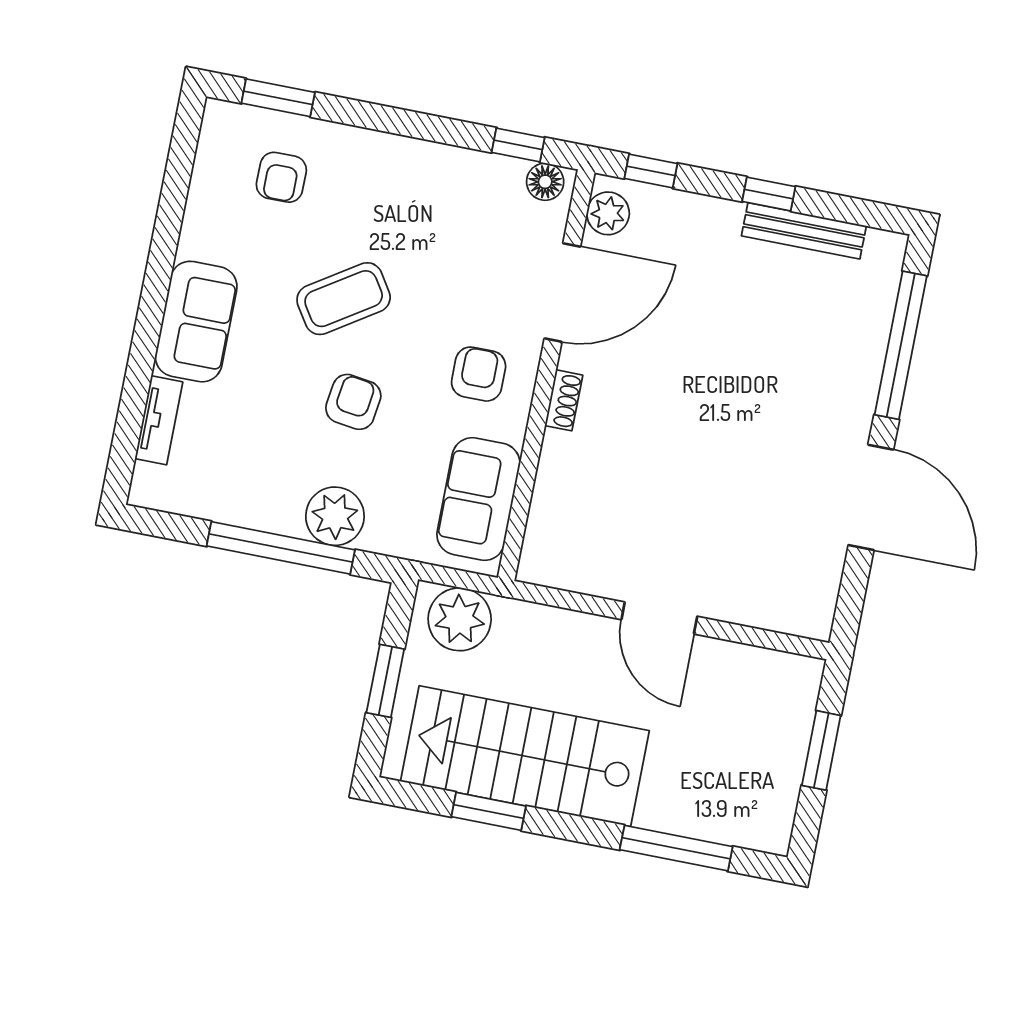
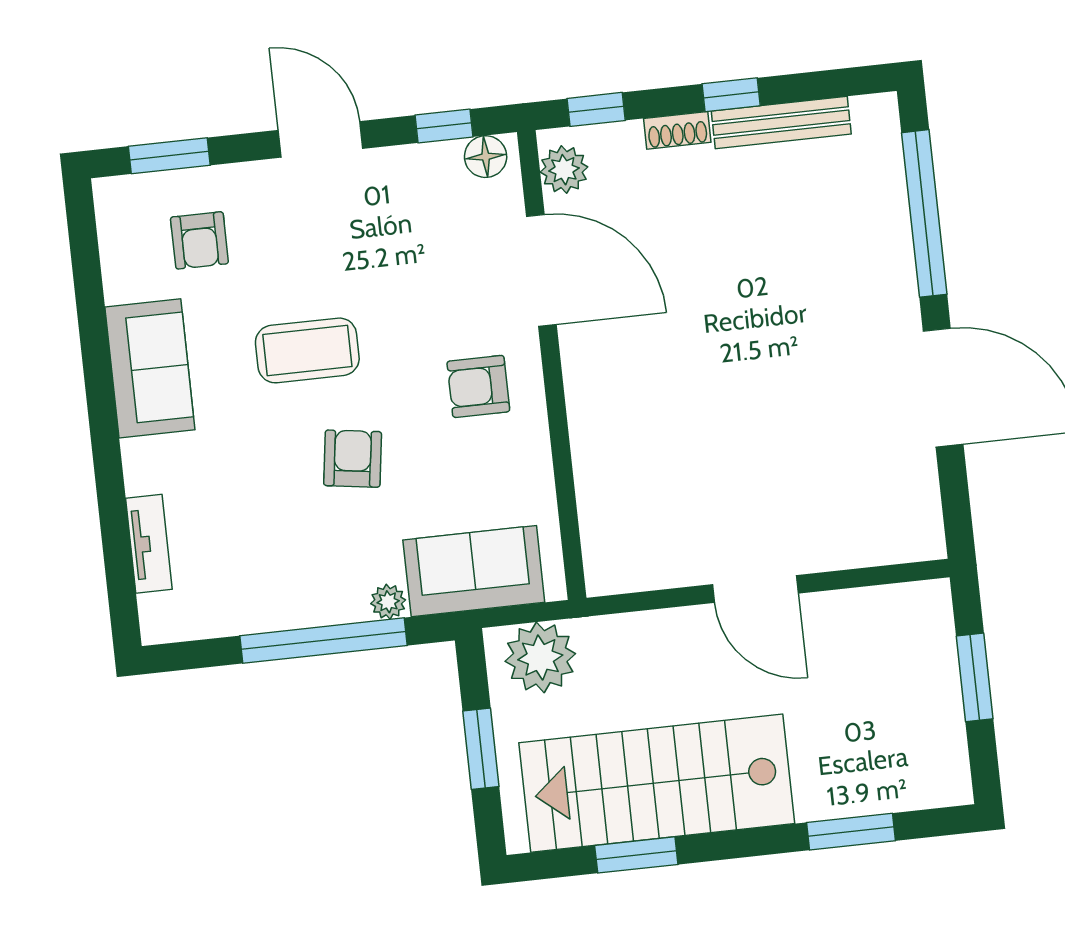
door: (410, 124) -> (320, 139), added
door: (562, 293) -> (541, 270), hinge flipped
coffee table: (344, 299) -> (307, 350), turned 33
sofa: (196, 322) -> (150, 368), moved
armchair: (479, 374) -> (478, 386), turned -90
shoe rack: (564, 400) -> (677, 130), moved, turned 90
sofa: (478, 499) -> (474, 571), moved, turned 90
plant: (335, 516) -> (388, 602), width x0.53, depth x0.53
window: (676, 848) -> (851, 832), width x0.69

